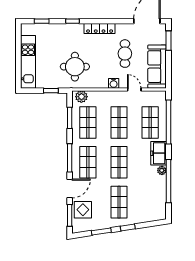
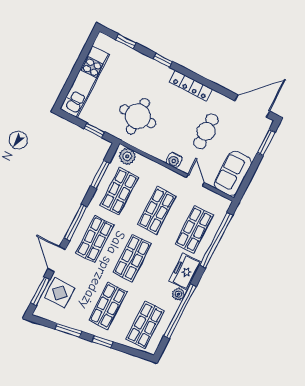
sofa: (157, 67) -> (233, 173), width x0.73
door: (70, 189) -> (57, 259), swing flipped
shop shelf: (150, 202) -> (145, 325), added

